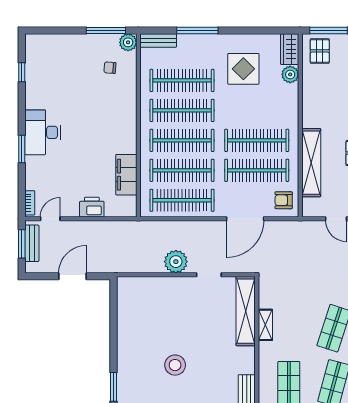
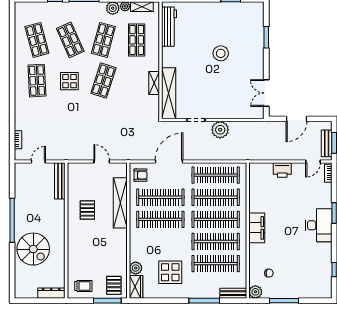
window: (106, 30) -> (284, 301), moved
filing cabinet: (126, 175) -> (257, 228), moved
double door: (114, 311) -> (266, 93), added

